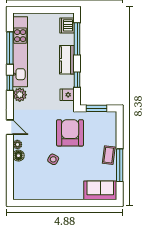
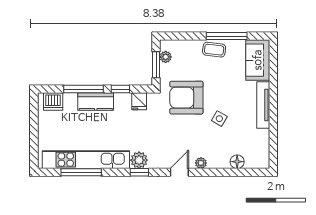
window: (77, 39) -> (83, 89), moved
window: (10, 83) -> (139, 172), moved
plant: (103, 116) -> (166, 57), added
floor lamp: (18, 156) -> (237, 162), moved
tv unit: (64, 195) -> (263, 105), added

